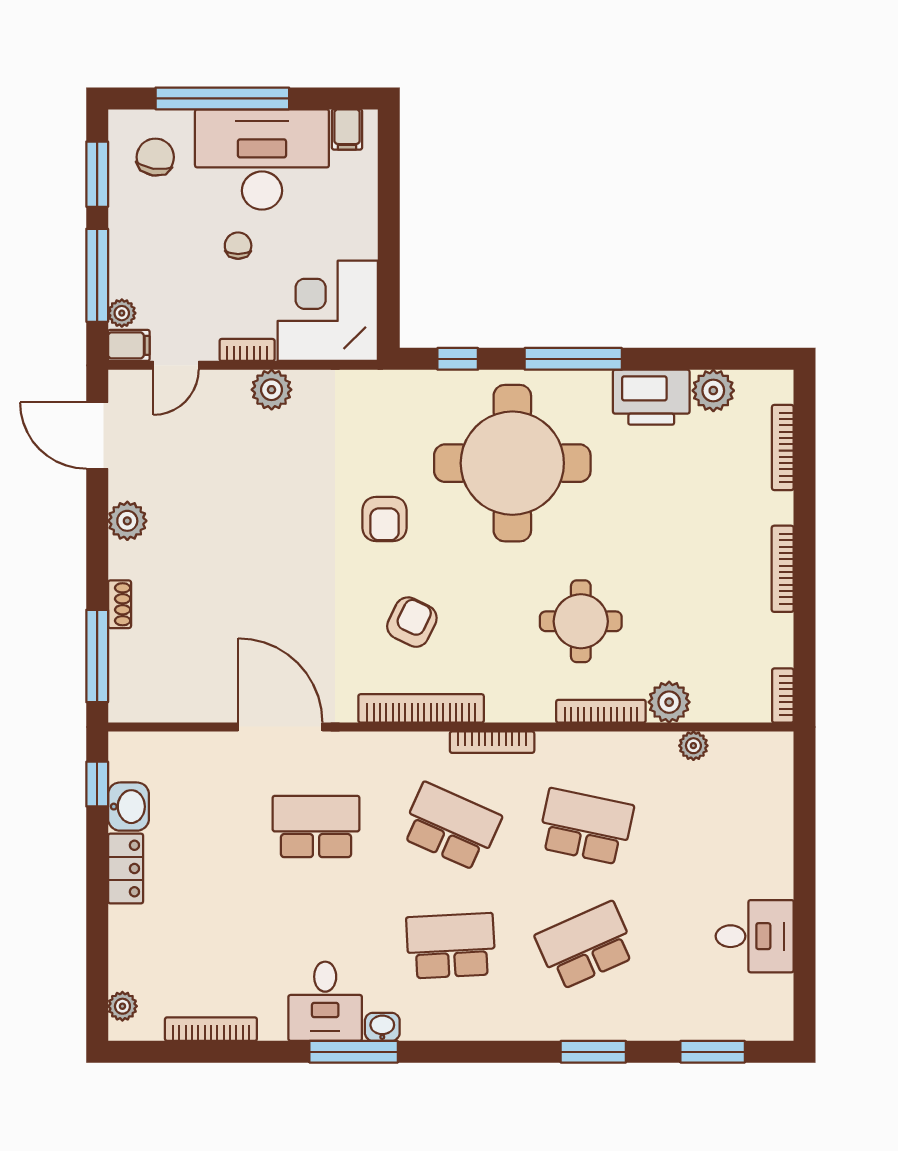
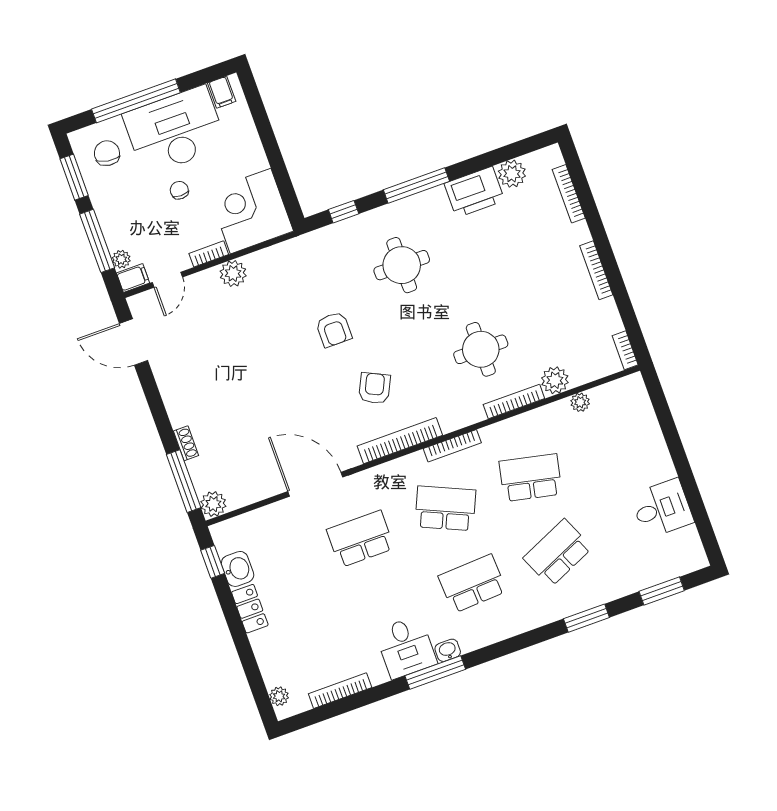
round table: (512, 463) -> (402, 265), width x0.54, depth x0.54
plant: (127, 521) -> (213, 504), moved

